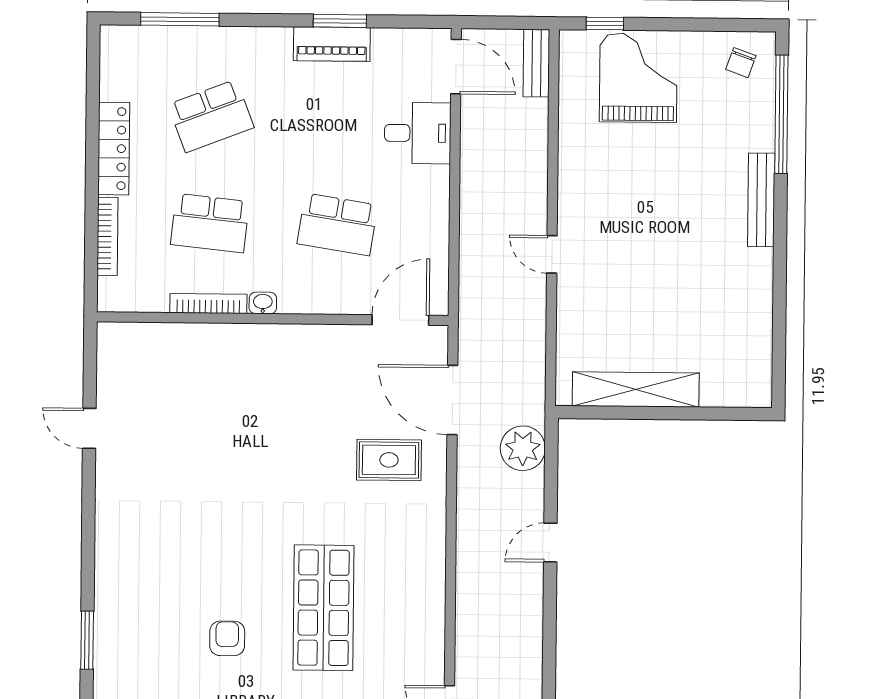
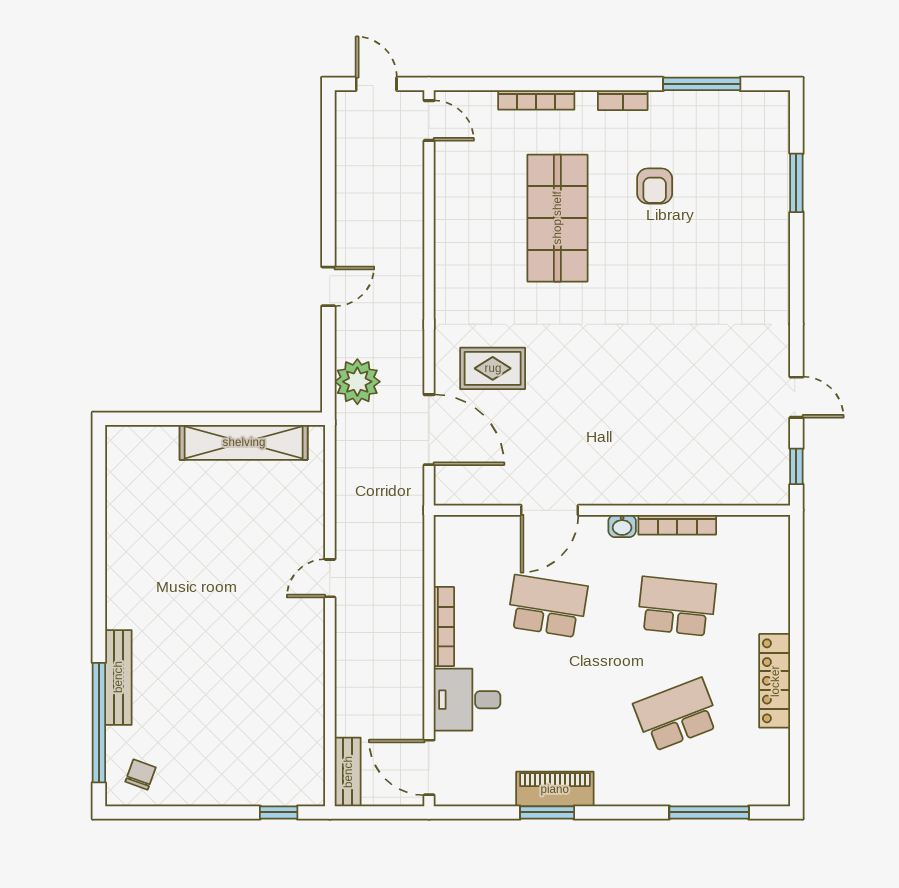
grand piano: (638, 78) -> (244, 758), removed
bench: (761, 200) -> (118, 677), moved
bookcase: (107, 236) -> (444, 627), moved, turned 180
door: (552, 254) -> (330, 578), swing flipped
door: (400, 320) -> (550, 510), moved
window: (90, 360) -> (796, 466), added

